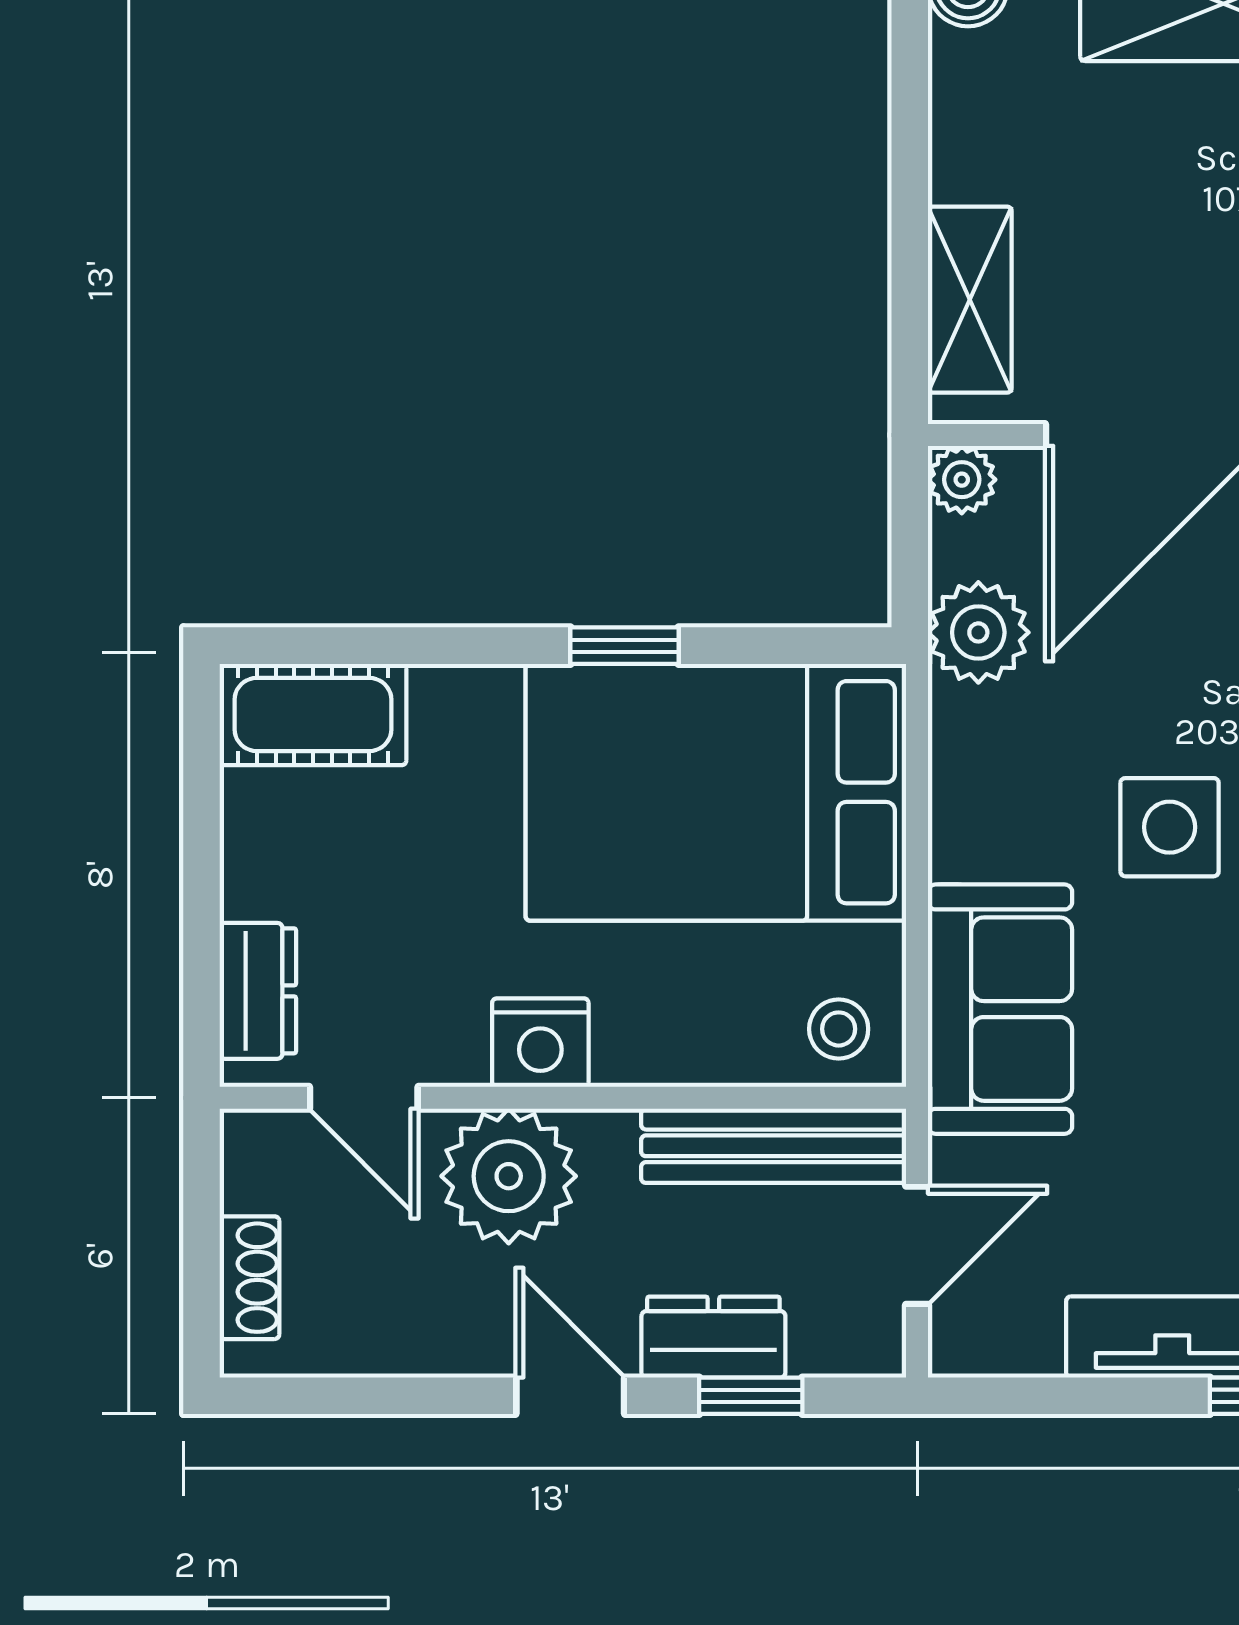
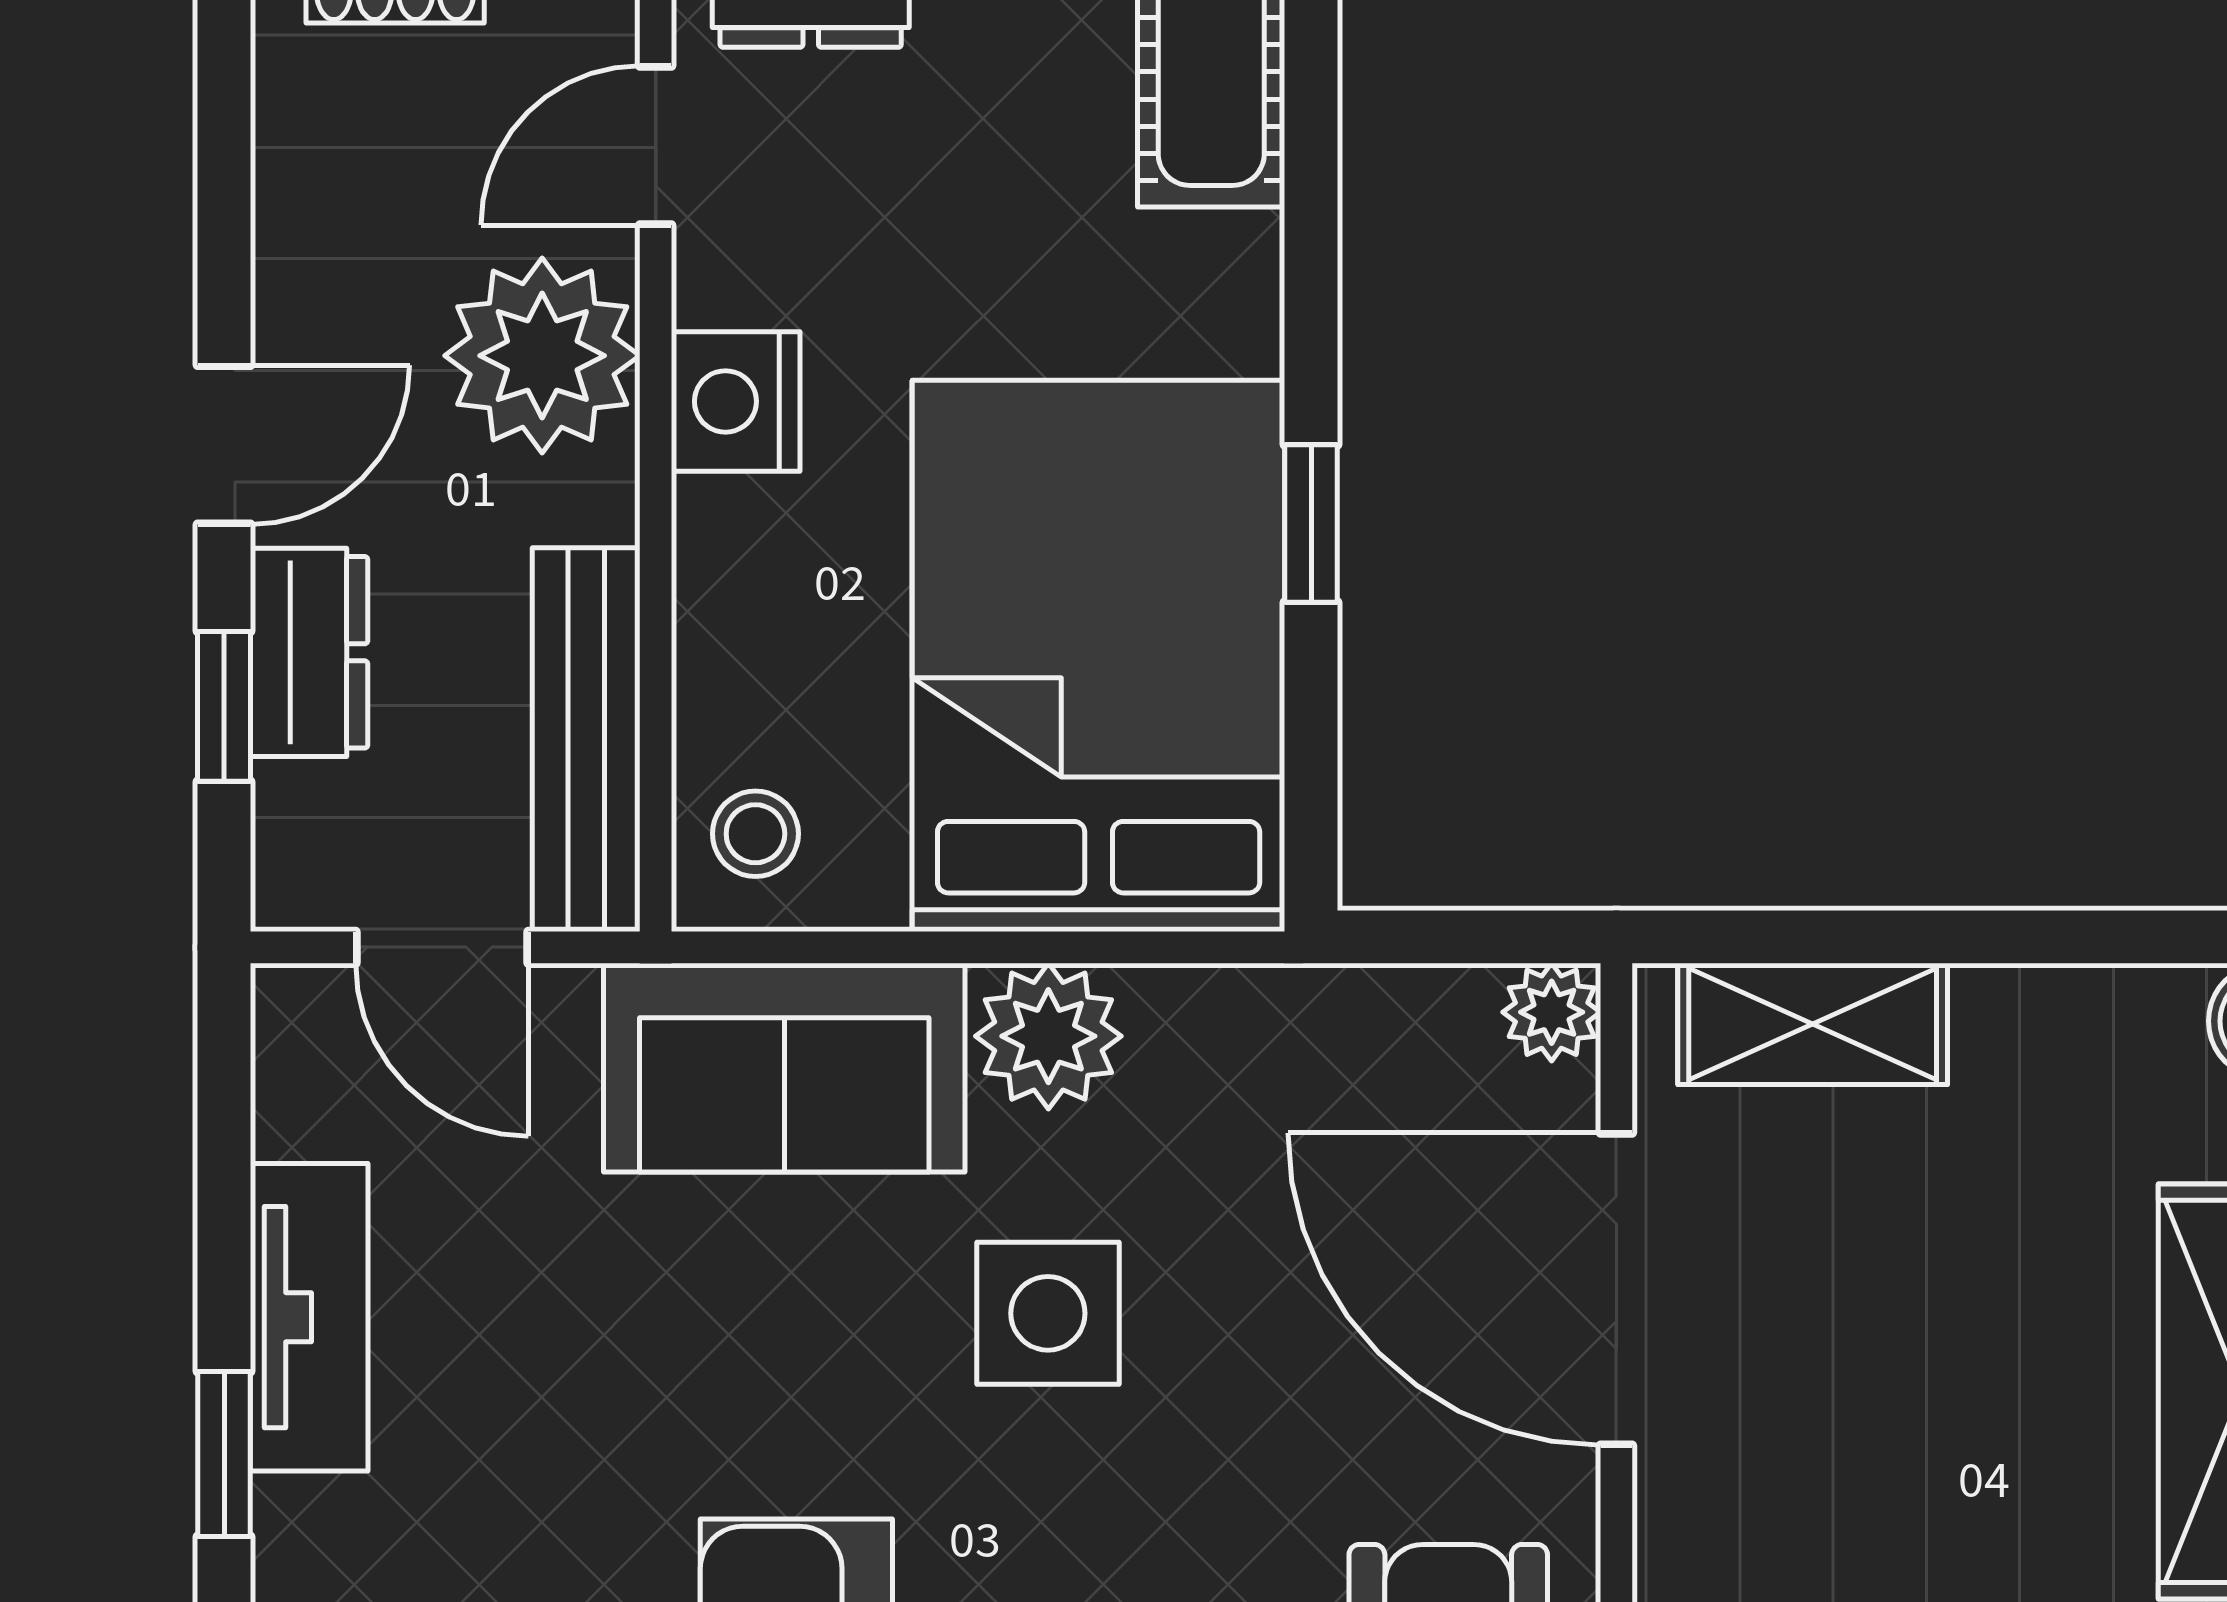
plant: (978, 632) -> (1048, 1036), moved

